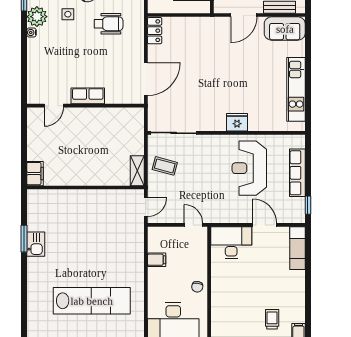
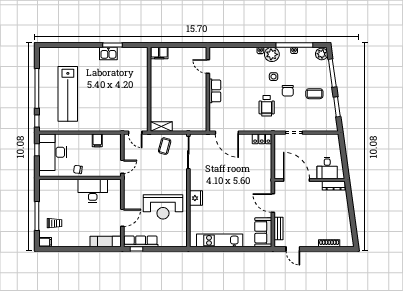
reception desk: (249, 168) -> (163, 207), turned 180
row of seats: (297, 173) -> (141, 241), moved
desk: (231, 243) -> (93, 191), moved, turned -90

